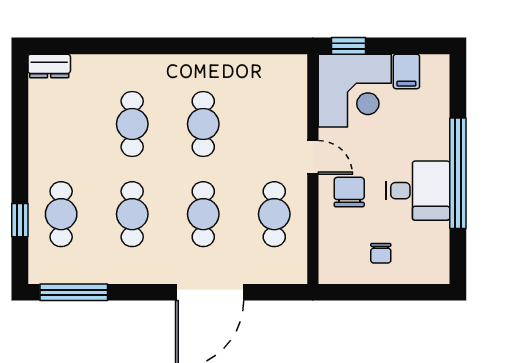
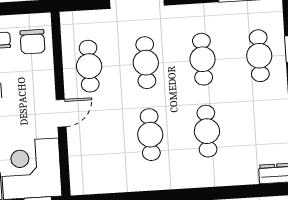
door: (313, 157) -> (61, 113), swing flipped
chair: (349, 192) -> (33, 42), moved

